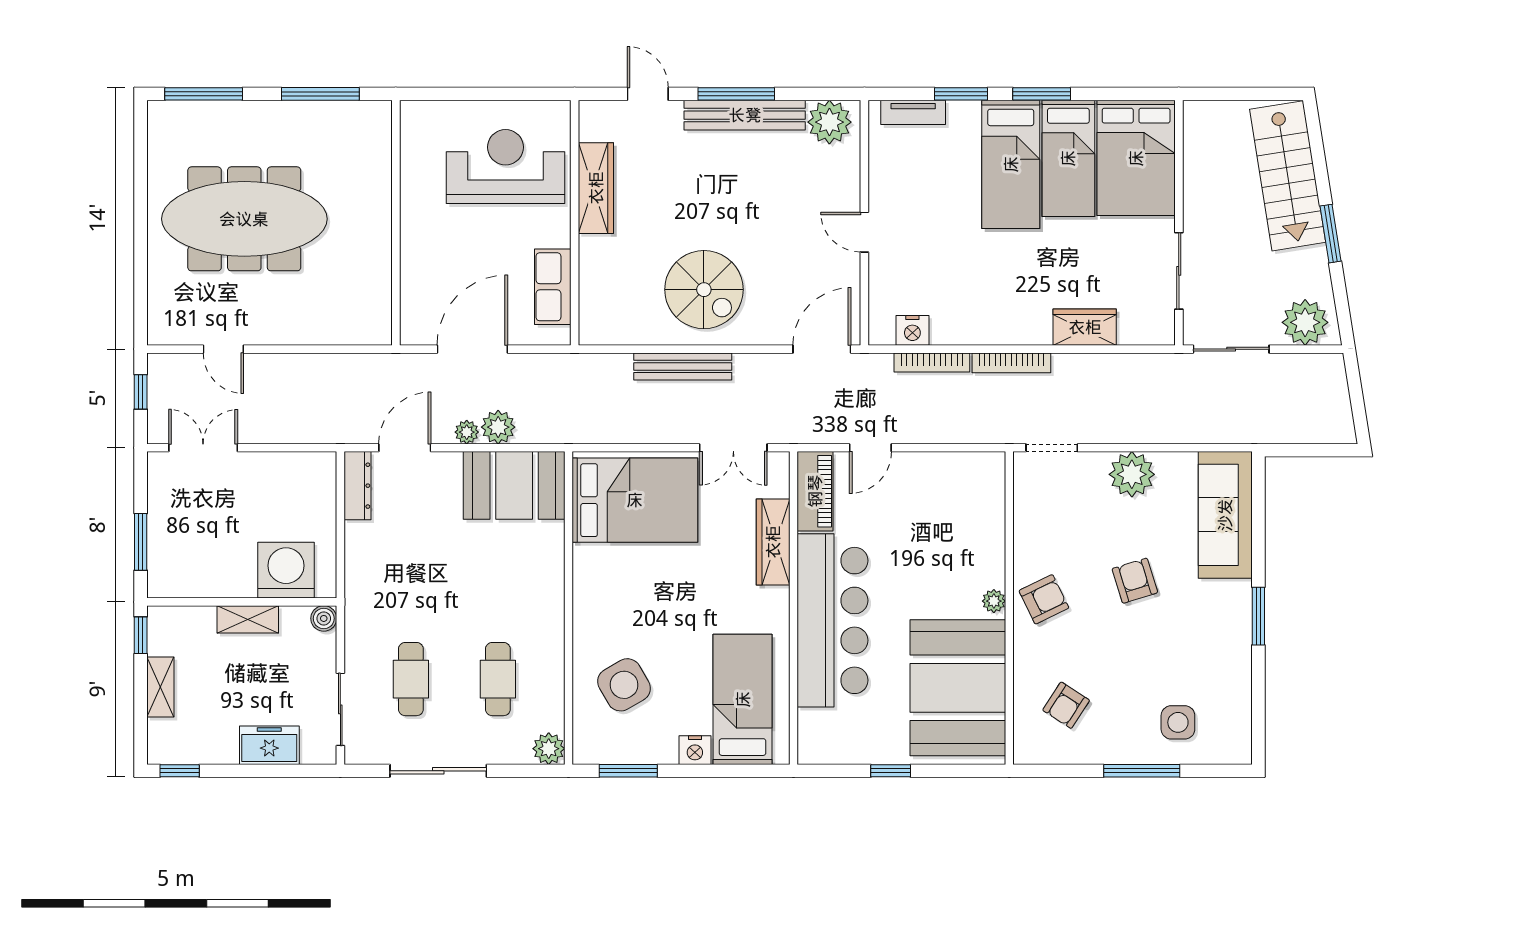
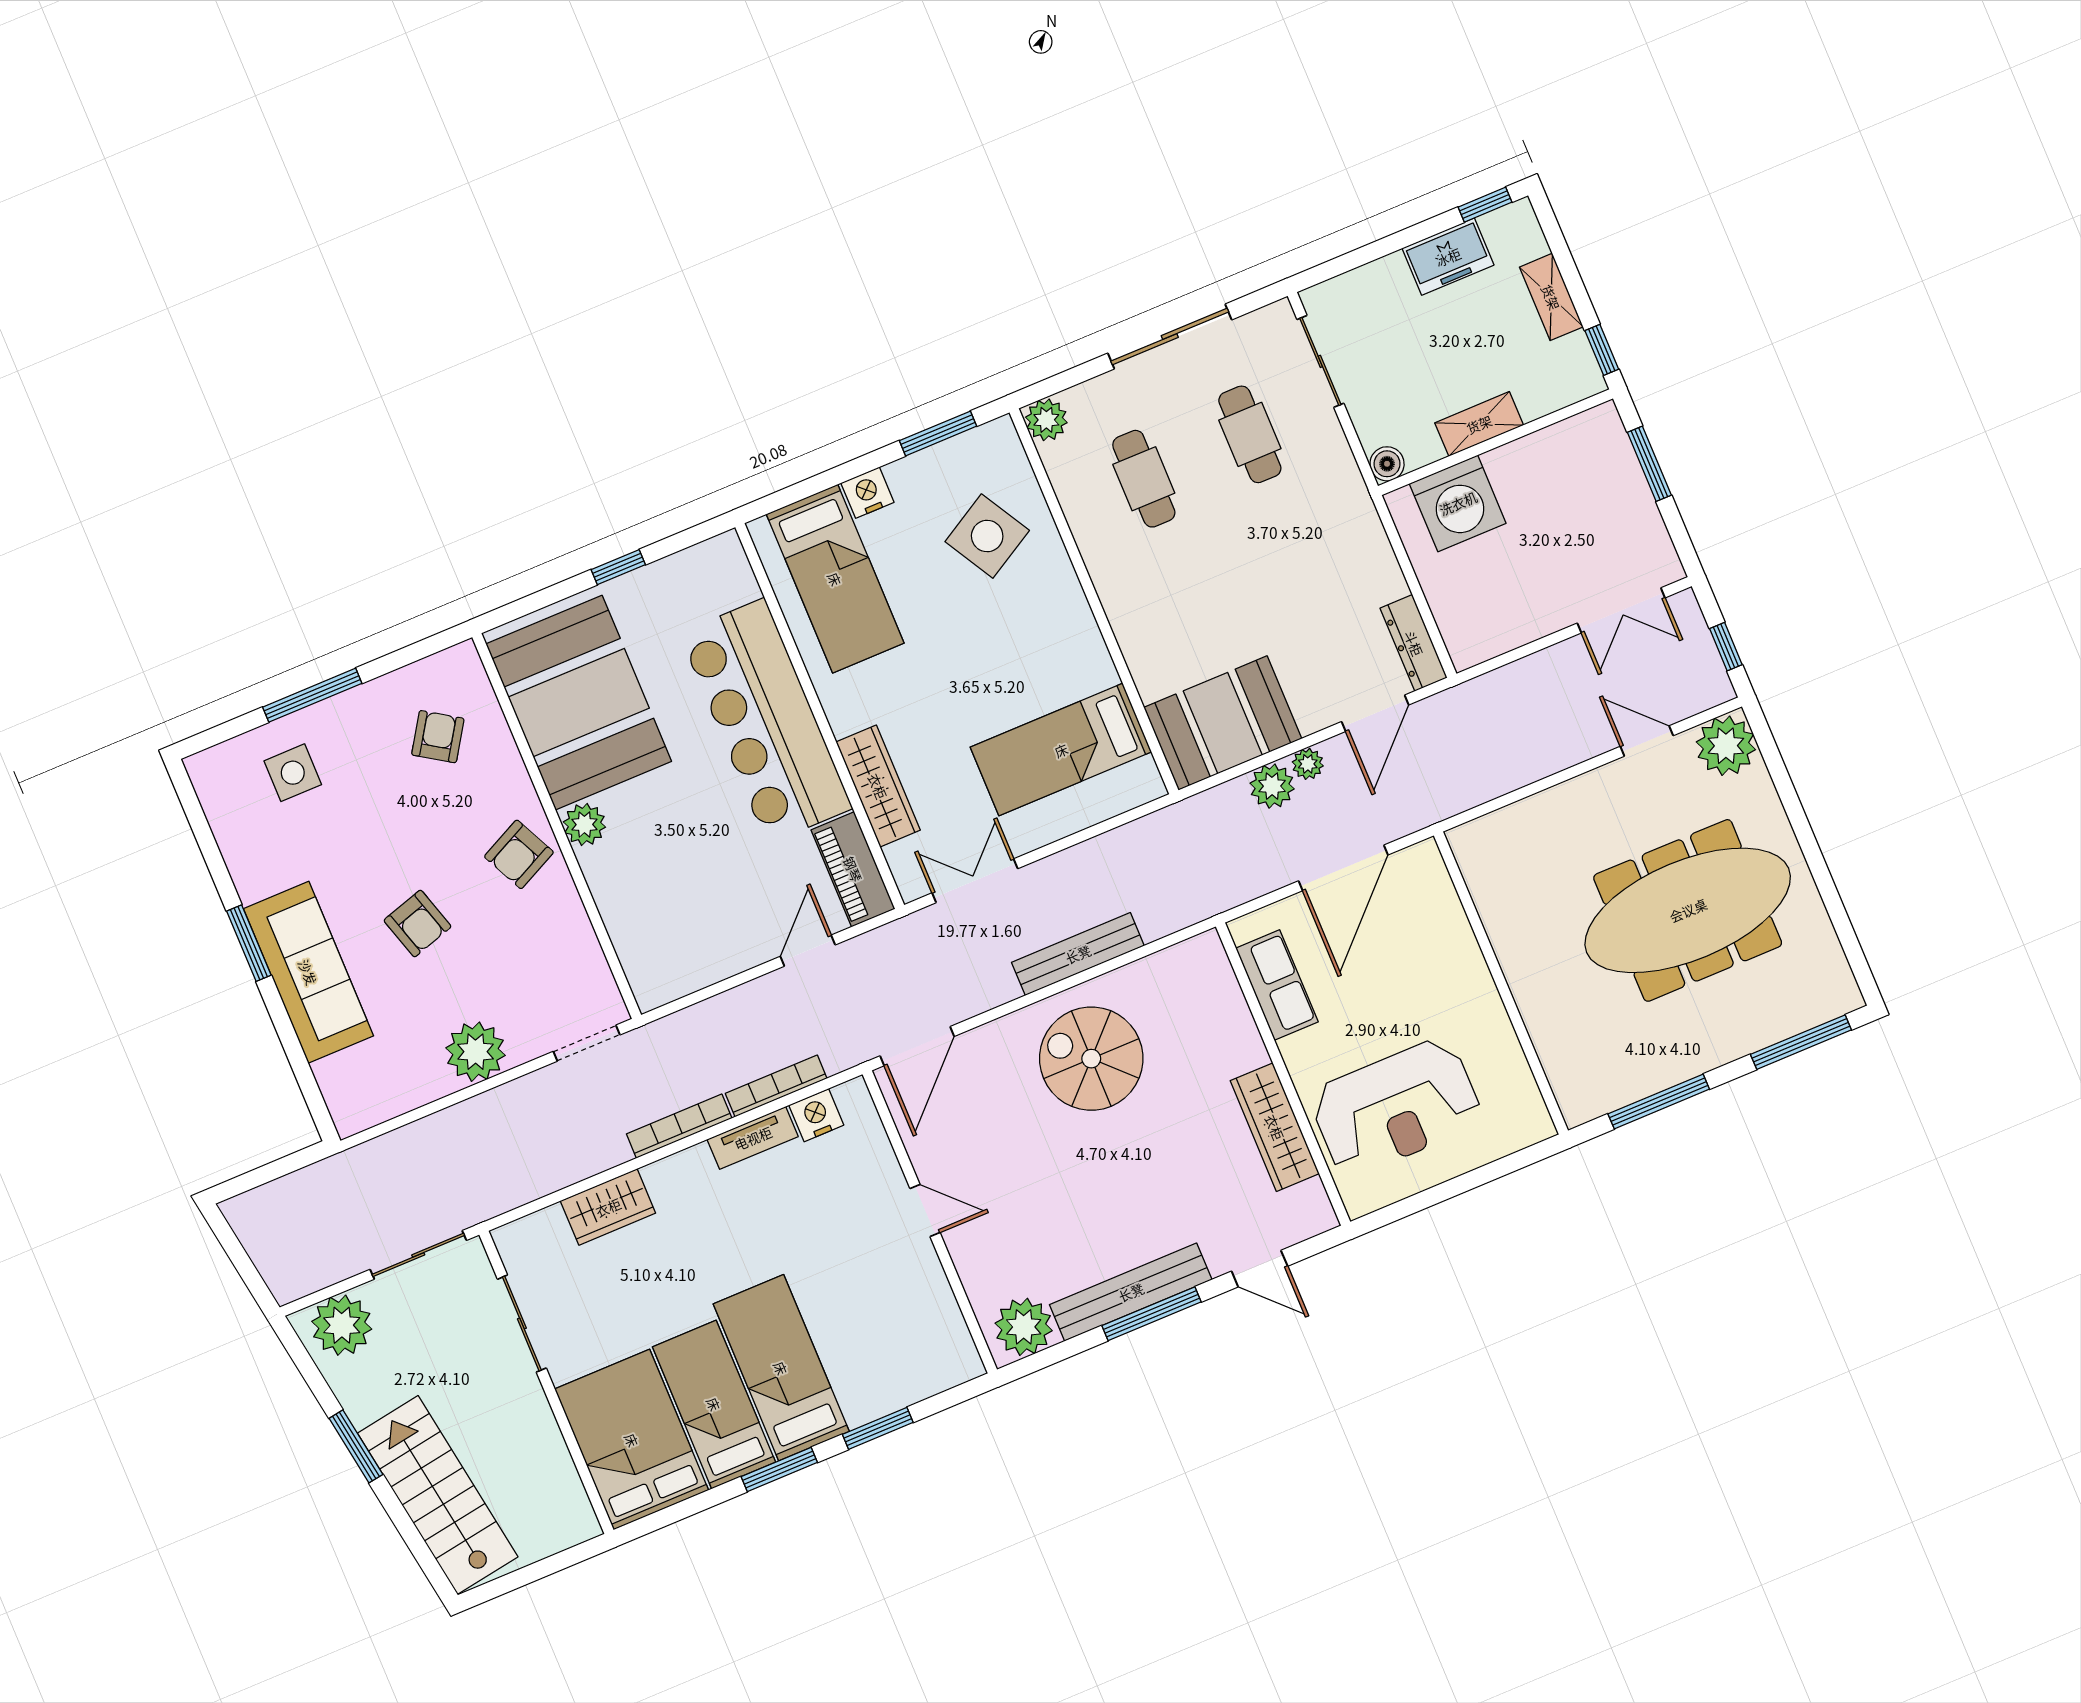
tv unit: (913, 112) -> (753, 1138), moved, turned 180
plant: (169, 323) -> (1726, 746), added
bed: (635, 500) -> (1061, 750), width x0.67
sofa: (1225, 515) -> (308, 972), moved
plant: (994, 601) -> (584, 825), width x1.38, depth x1.38
freezer: (269, 745) -> (1448, 257), moved

